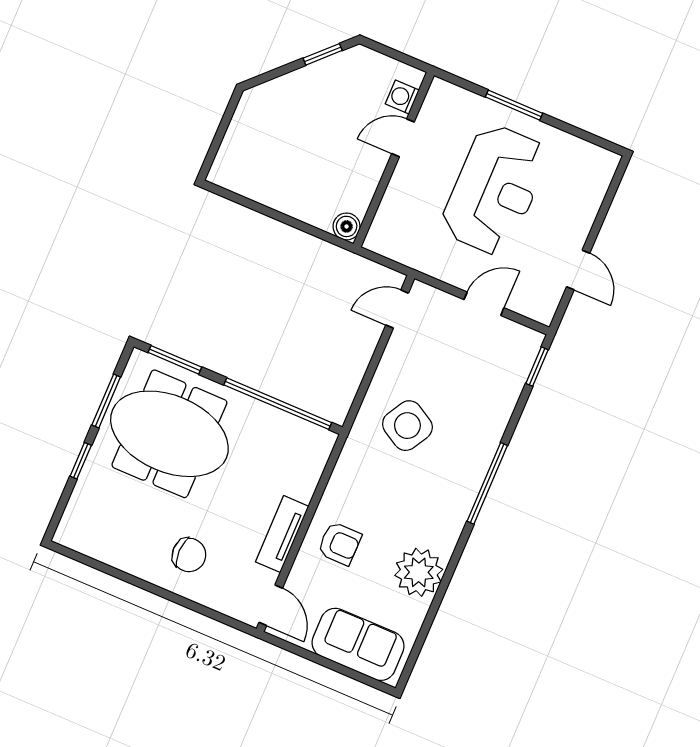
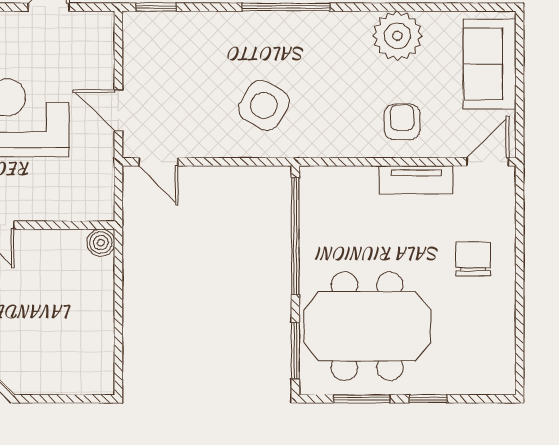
door: (484, 304) -> (118, 110), moved
meeting table: (169, 434) -> (367, 326), turned 90

